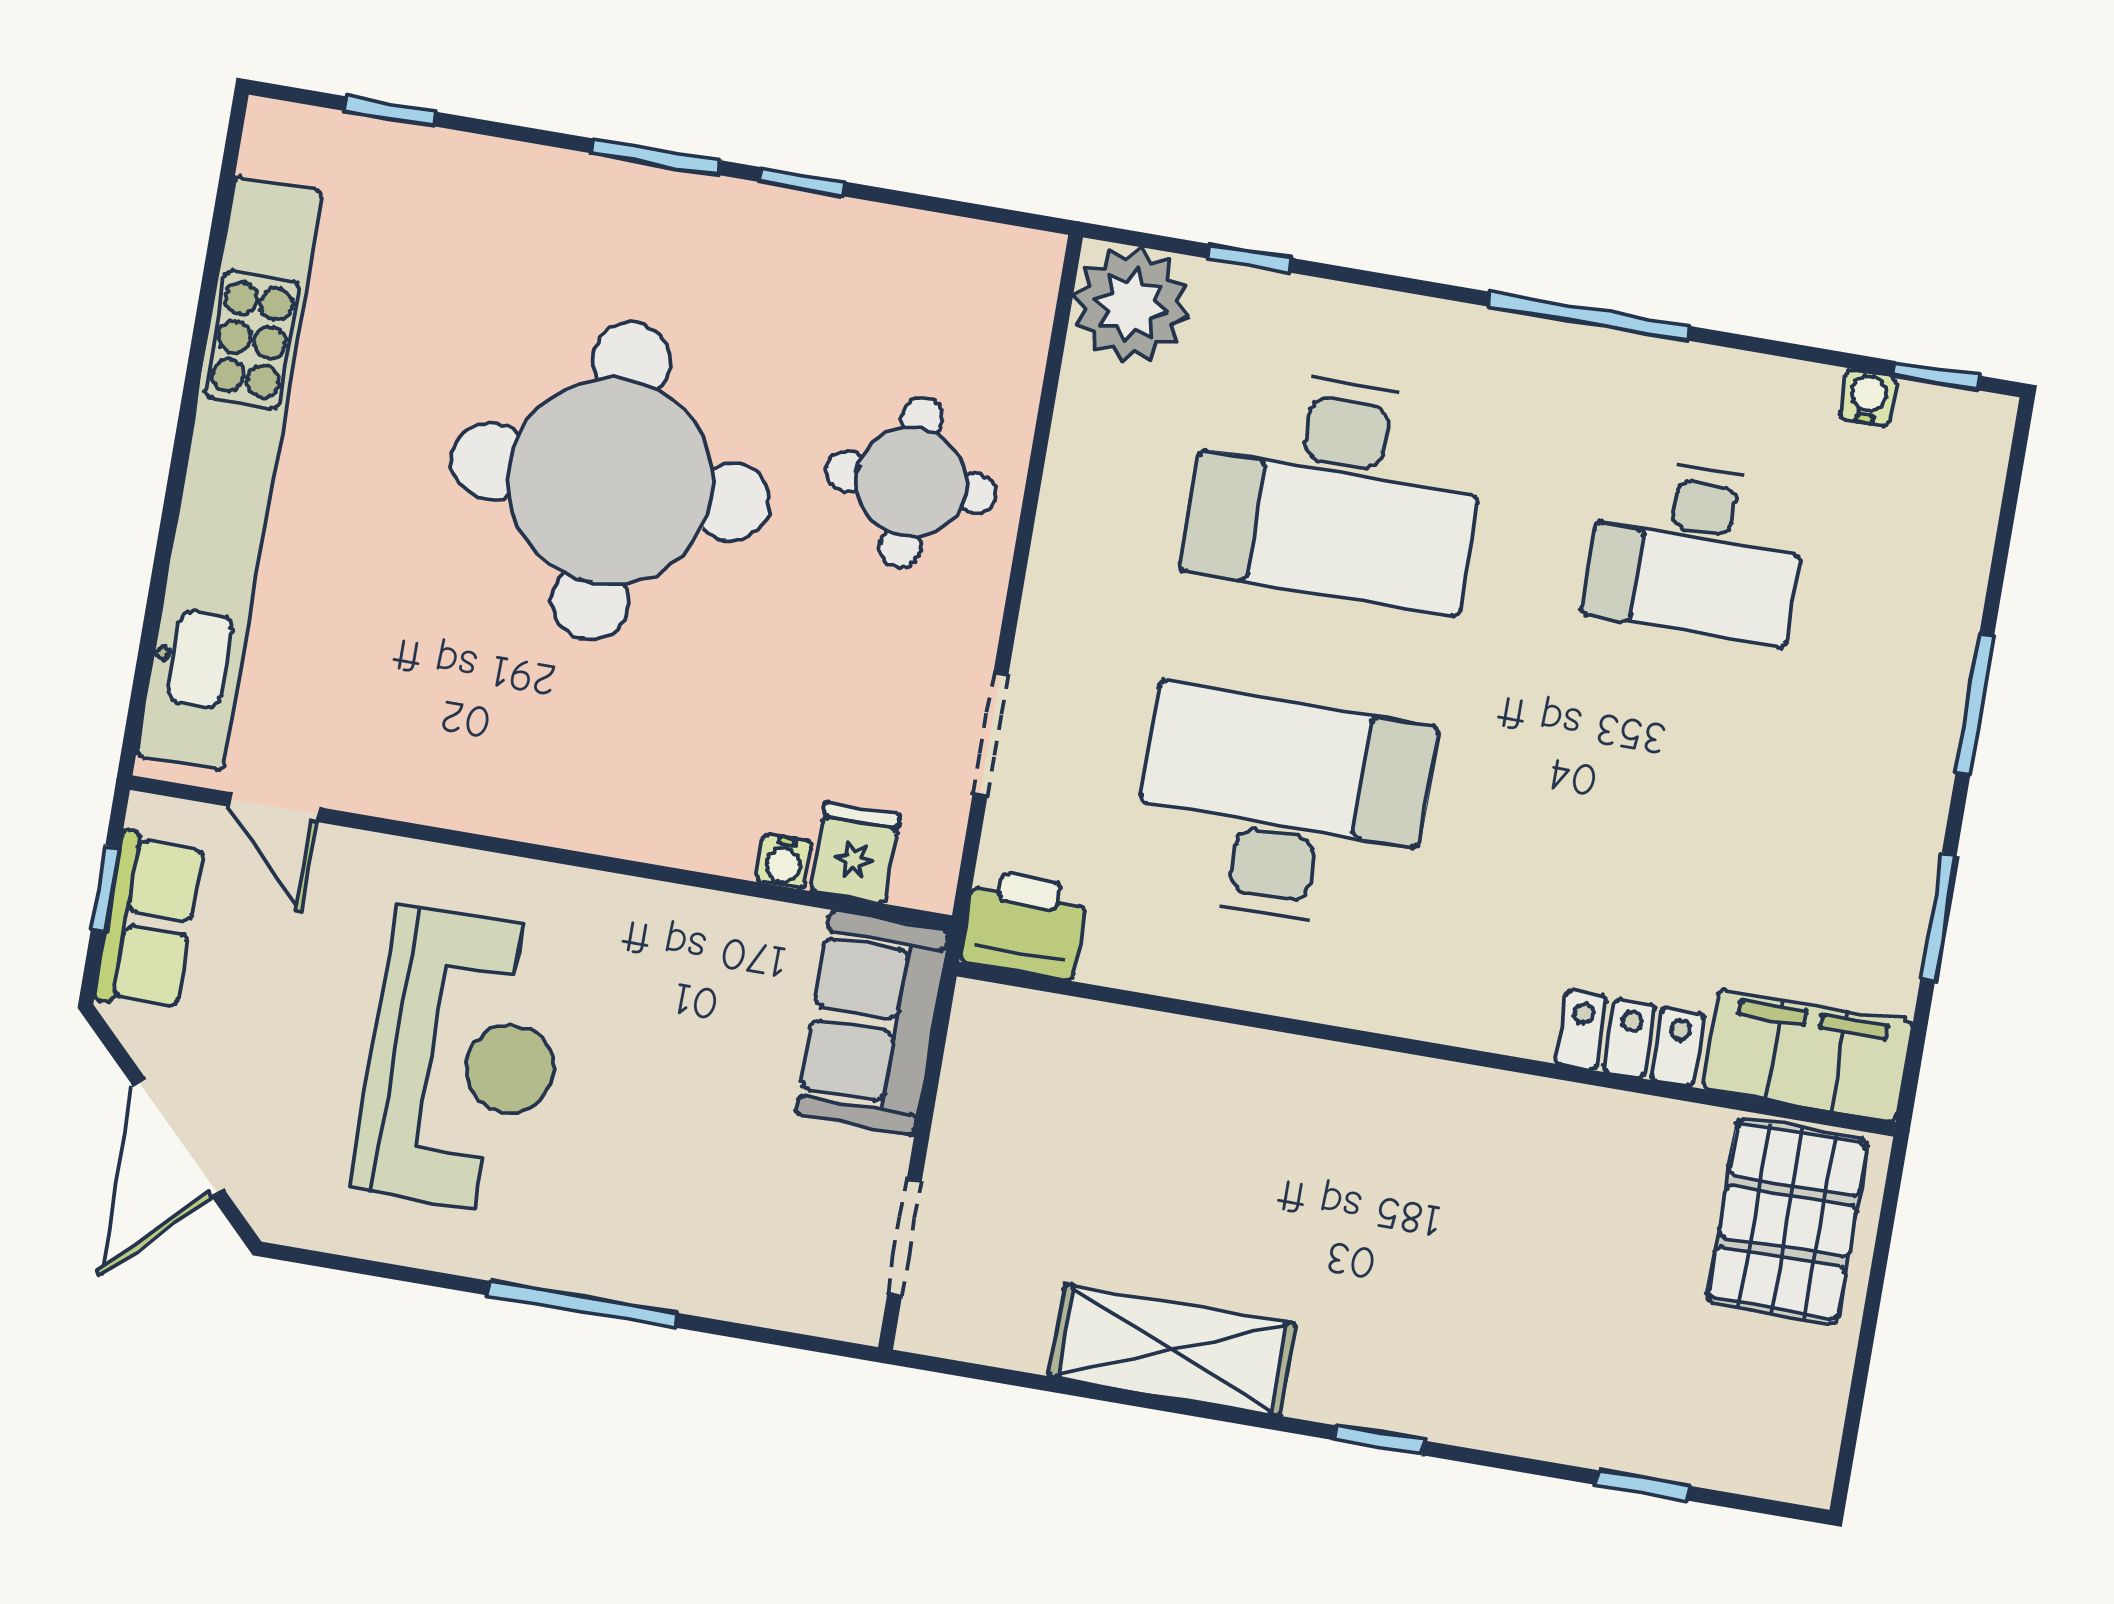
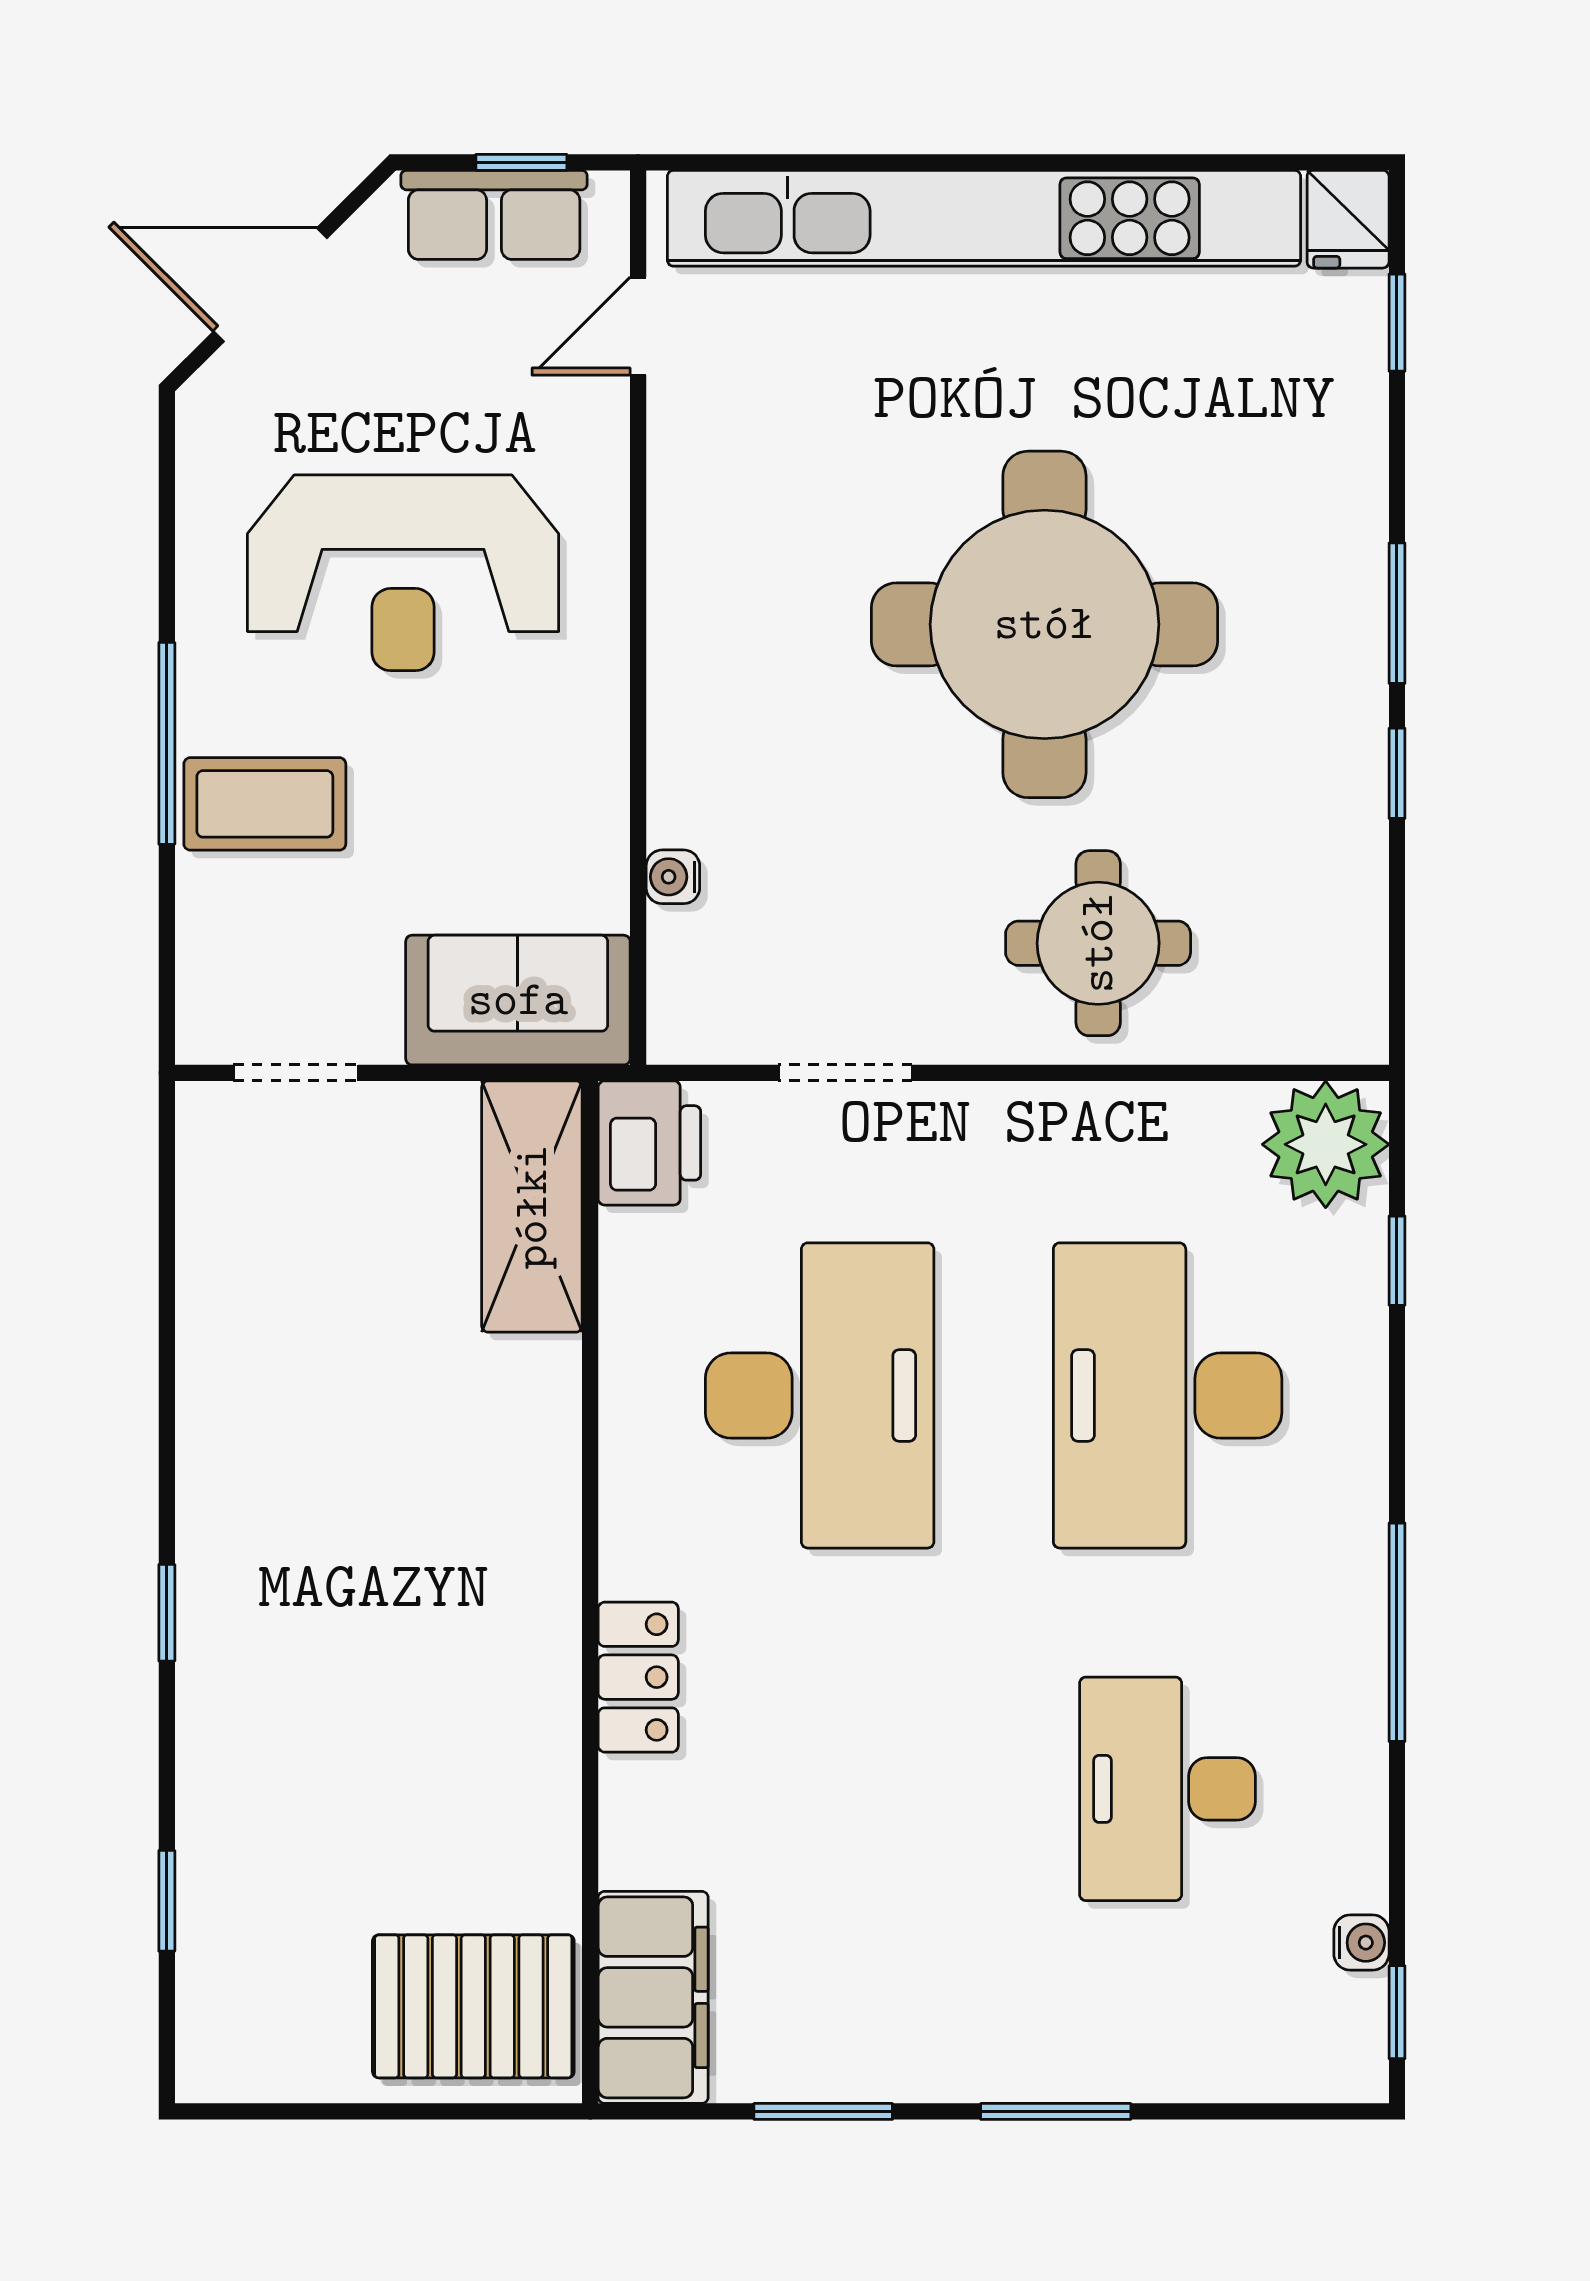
fridge: (855, 853) -> (1348, 219), moved, turned 90
locker: (1629, 1039) -> (638, 1677), moved
coffee table: (653, 1224) -> (265, 804), added
shelving: (1172, 1350) -> (532, 1207), moved

